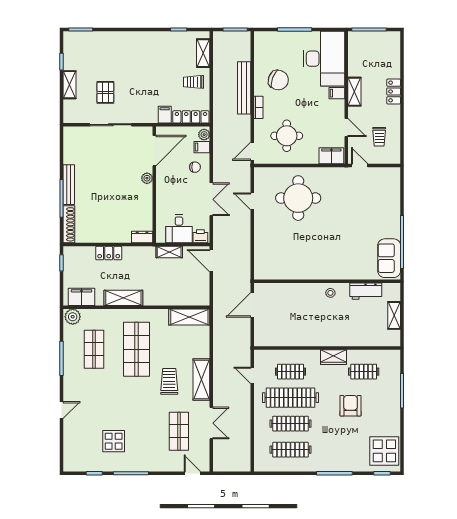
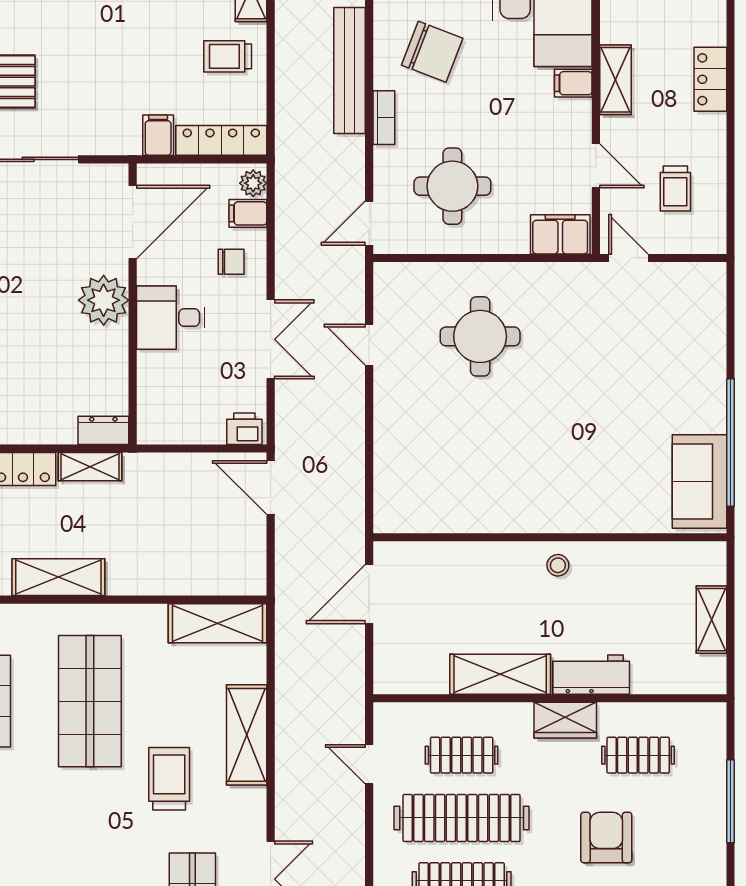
plant: (147, 178) -> (104, 300), width x1.87, depth x1.87
round table: (298, 198) -> (480, 336), width x0.73, depth x0.73
desk: (179, 229) -> (171, 318), moved, turned 90
shelving: (169, 252) -> (90, 467), moved
workbench: (366, 291) -> (591, 675), moved, turned 180
shelving: (306, 338) -> (500, 674), added
shelving: (201, 380) -> (247, 735), moved

